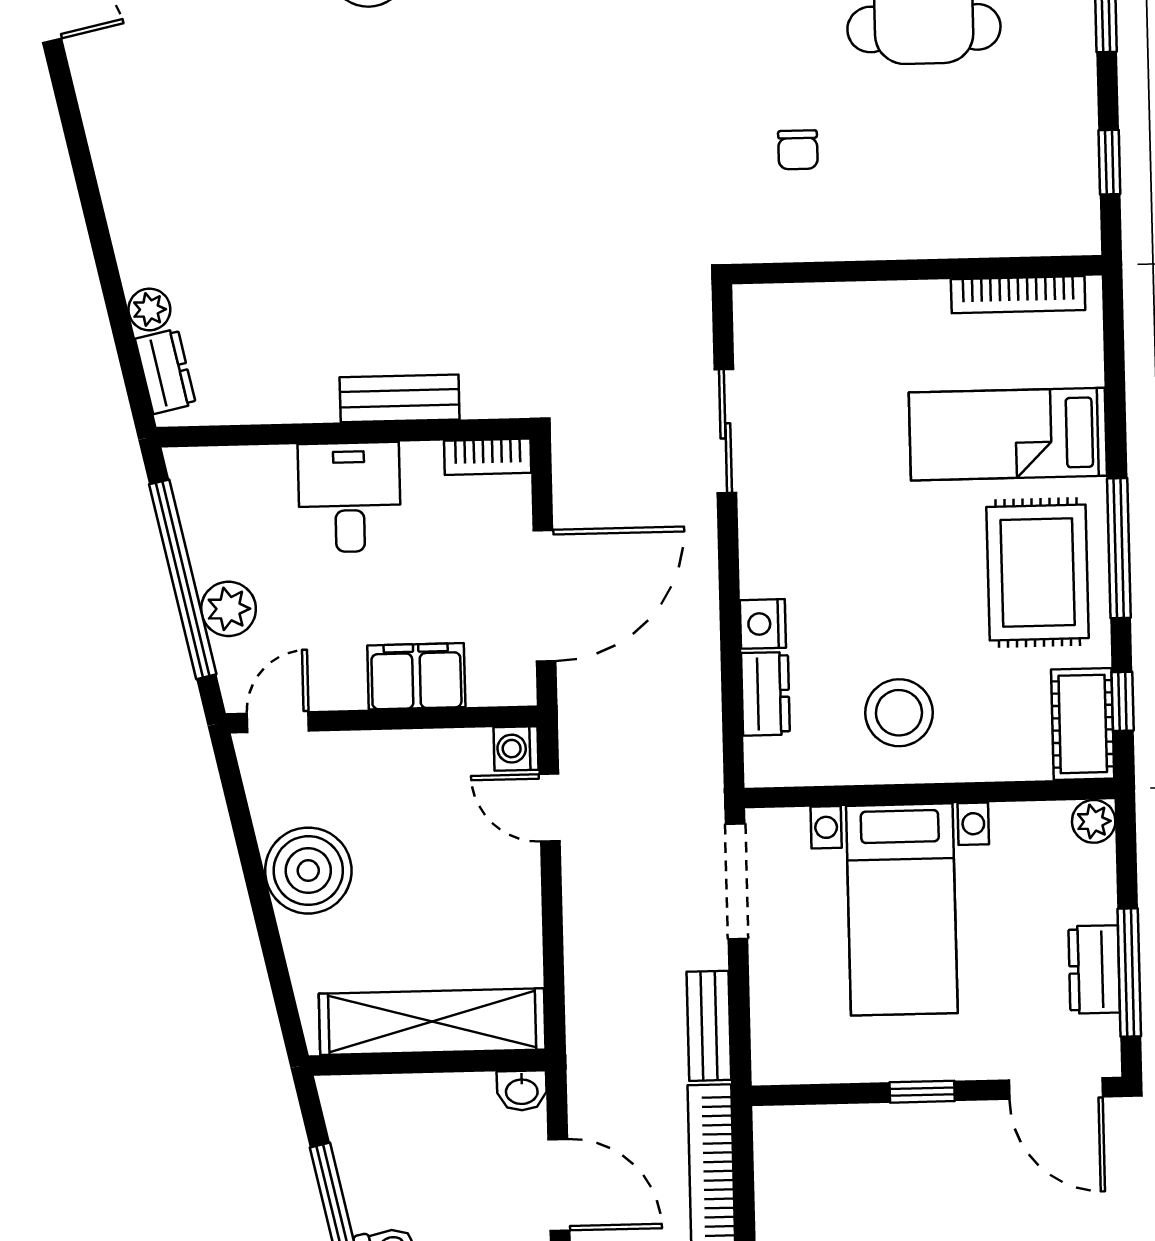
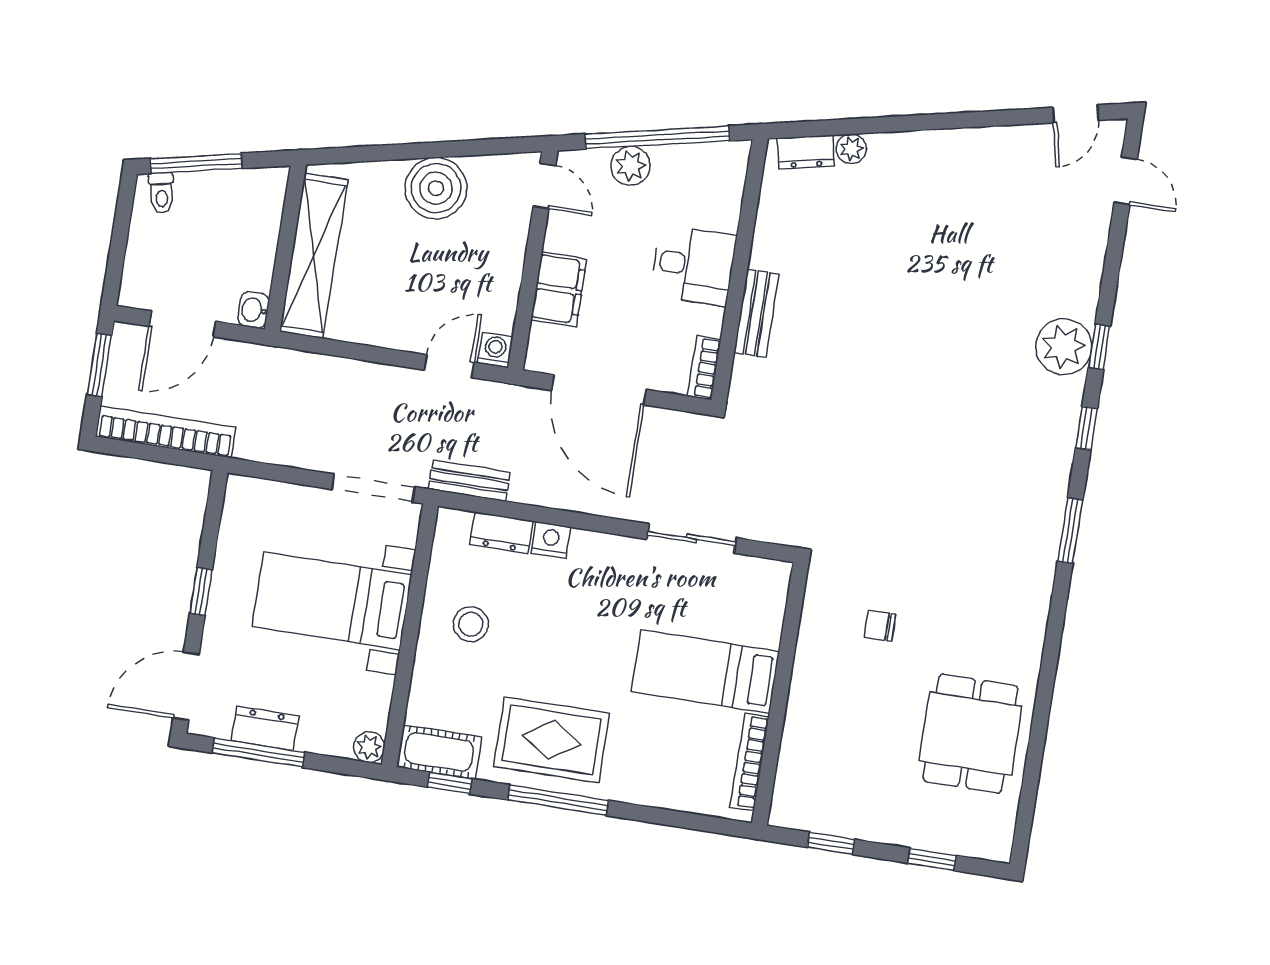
bed: (1008, 434) -> (705, 672), moved, turned -90
stool: (899, 713) -> (471, 624), width x0.73, depth x0.73
bench: (709, 1026) -> (469, 481), moved

